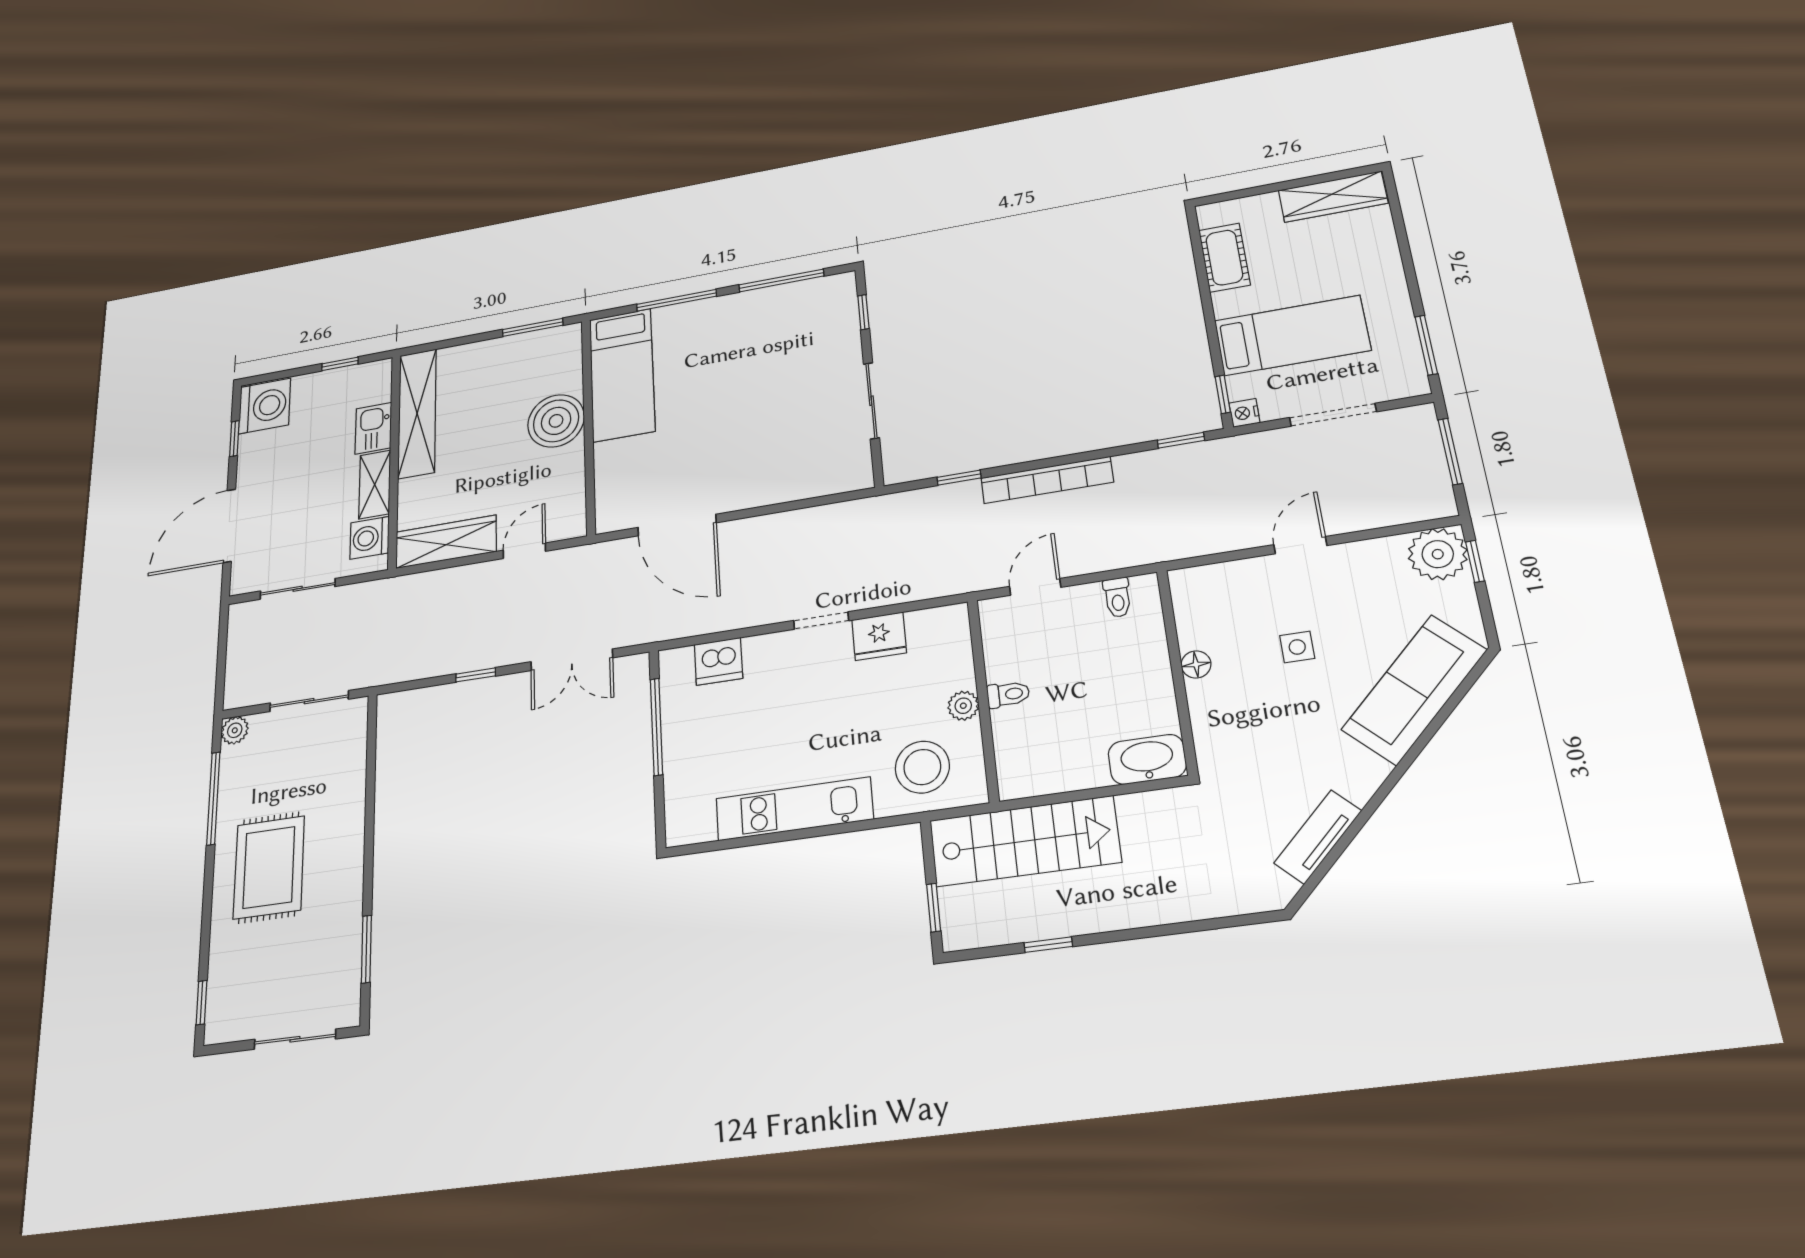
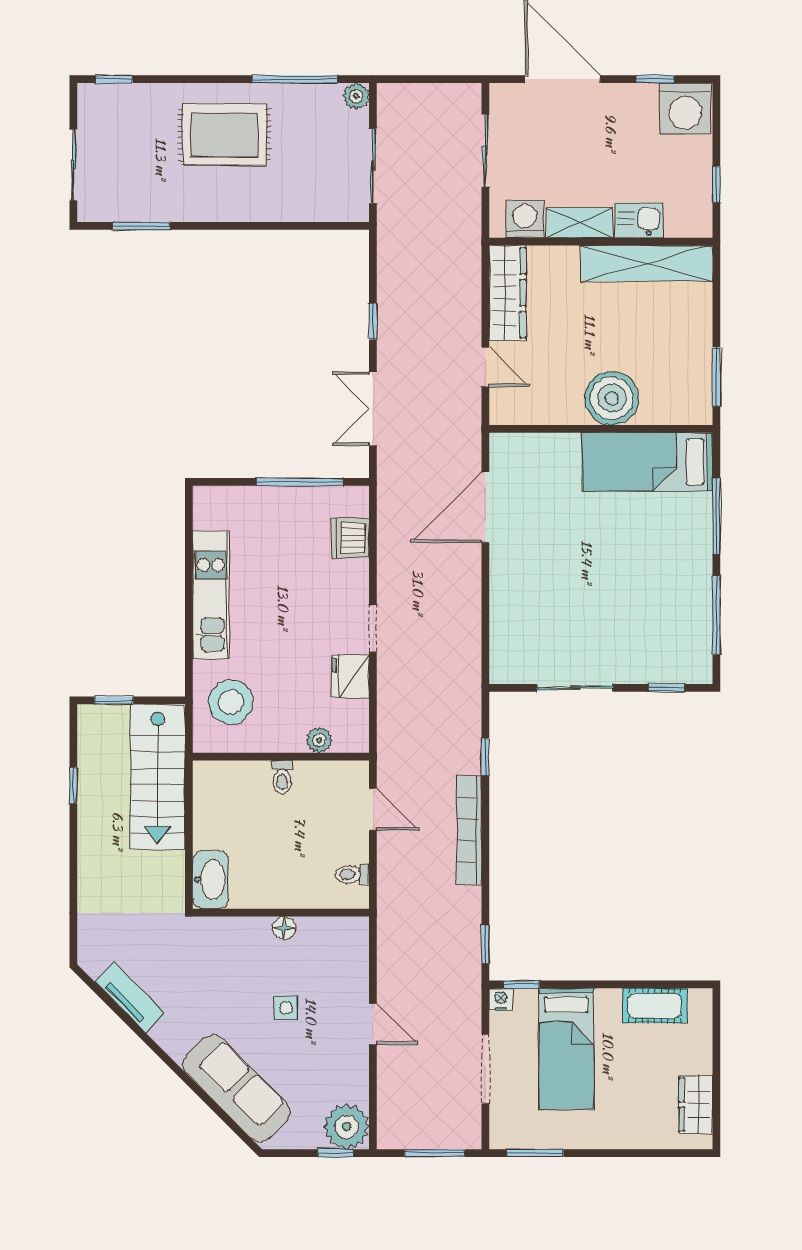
wardrobe: (1333, 197) -> (696, 1105), width x0.67
plant: (963, 706) -> (319, 740), moved

